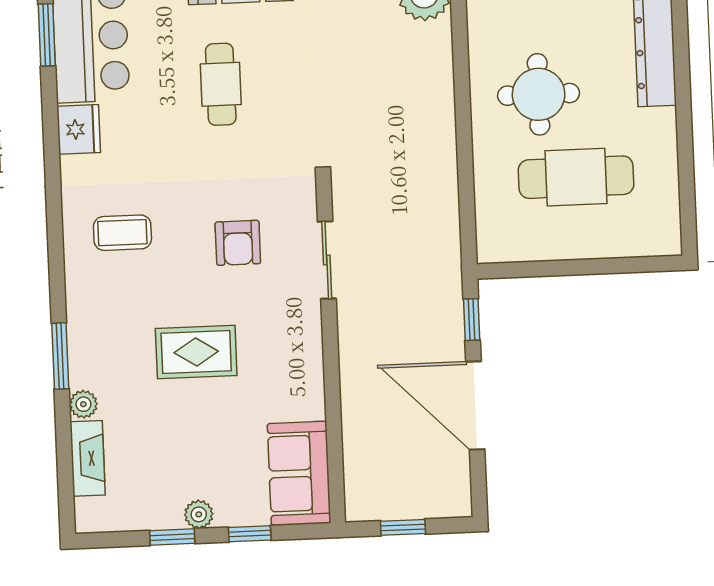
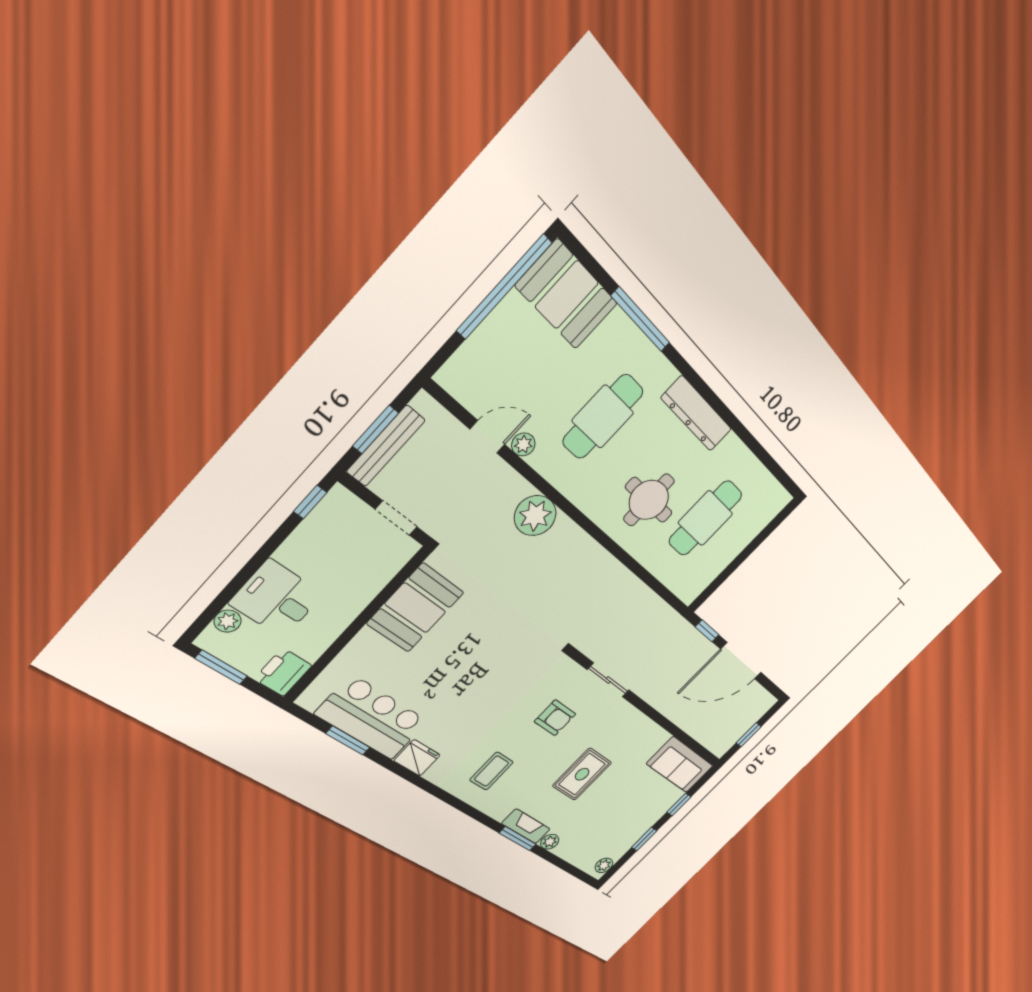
cafe table: (221, 84) -> (469, 667), removed
fireplace: (88, 458) -> (526, 826), moved
plant: (199, 514) -> (604, 865), moved

